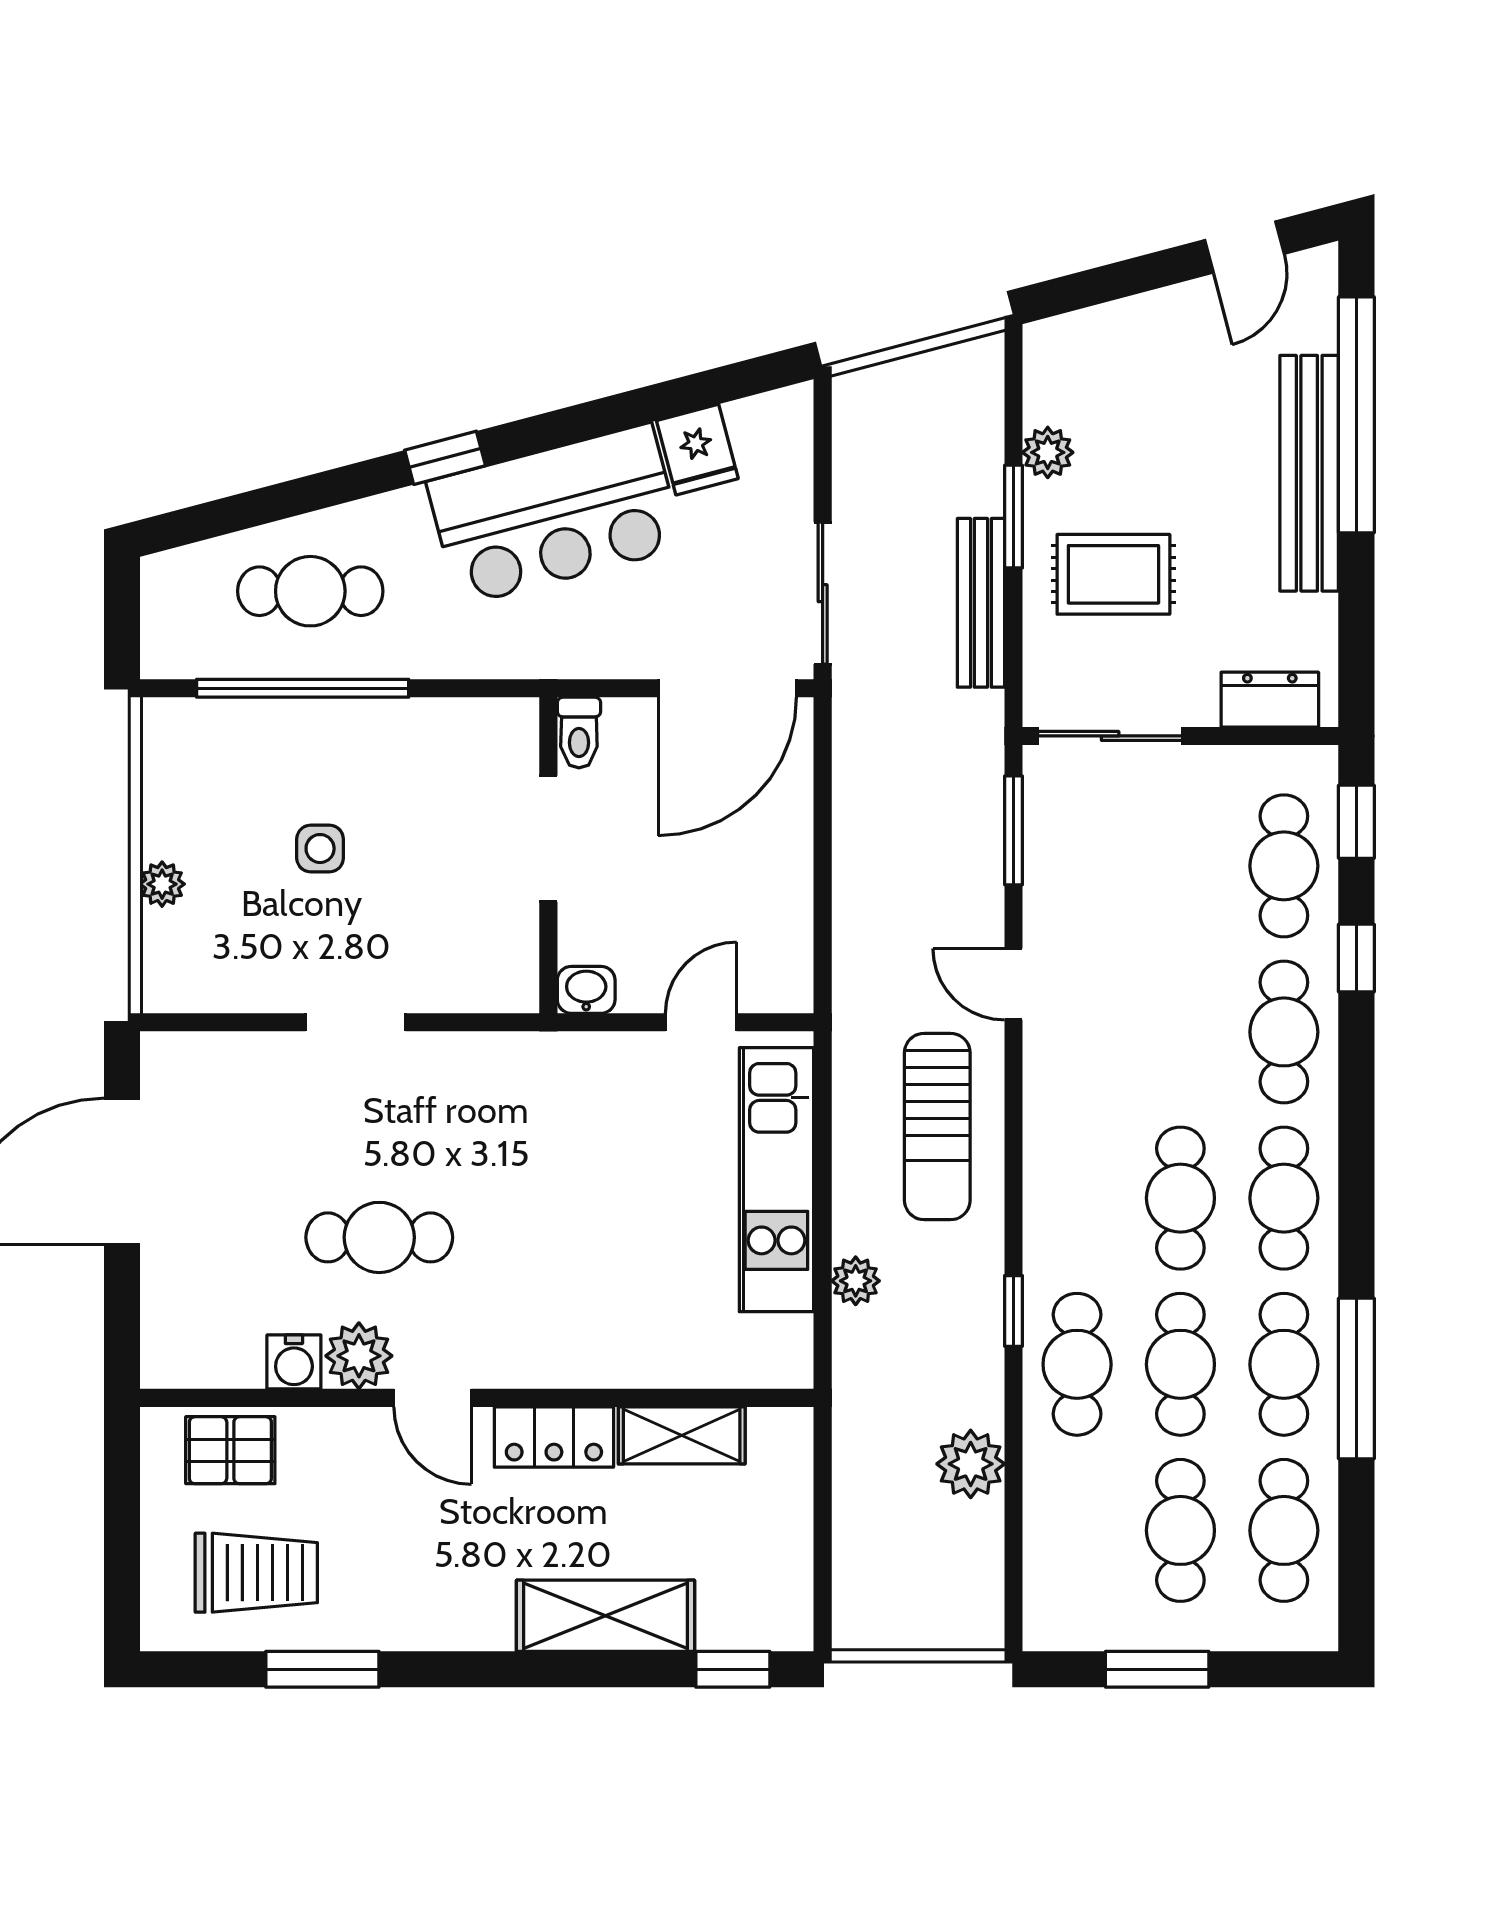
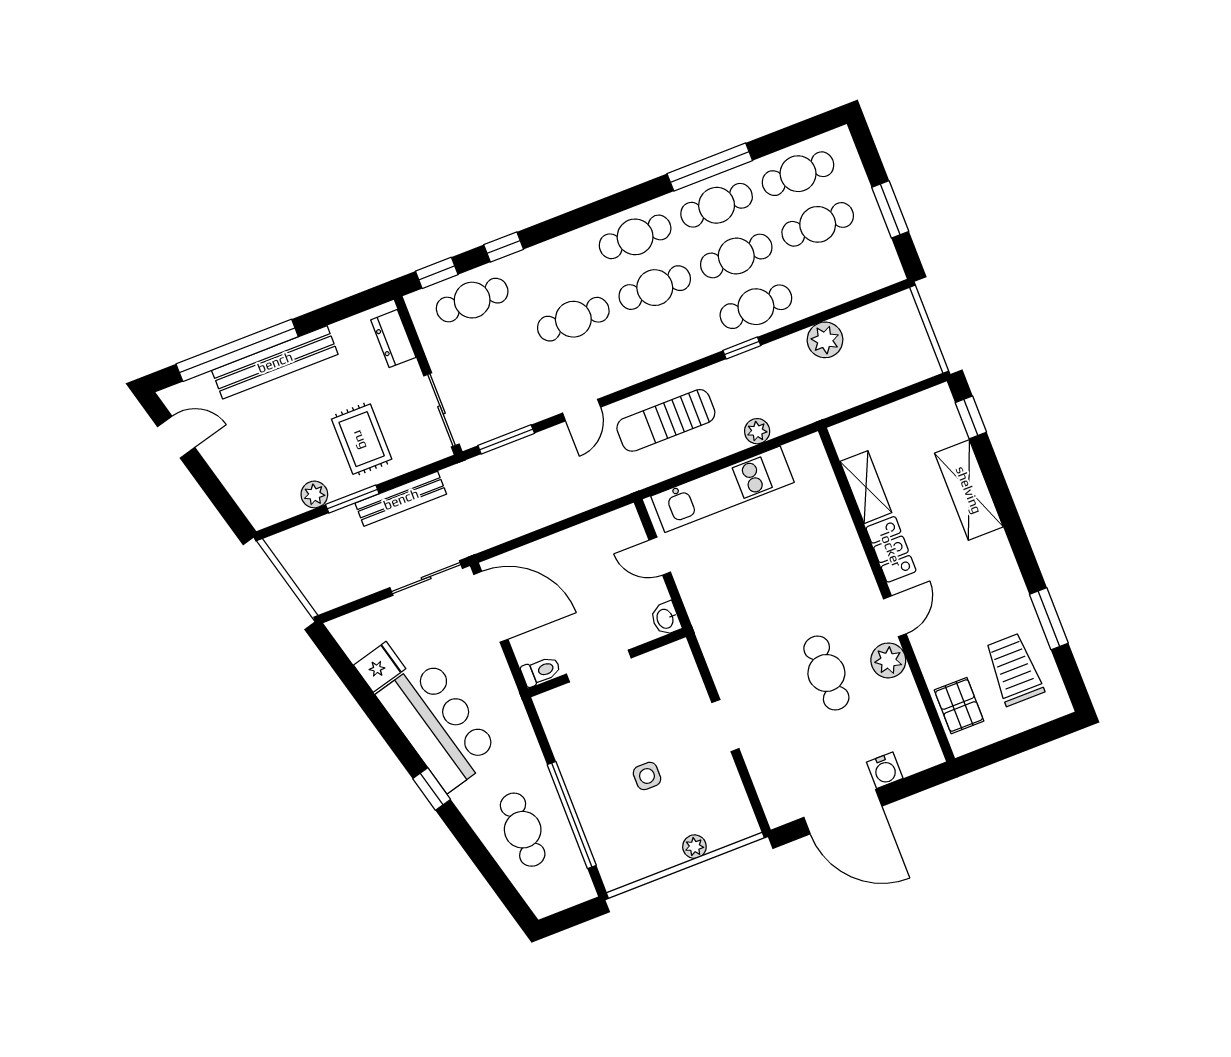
cafe table: (1284, 1032) -> (573, 319), moved
sun lounger: (937, 1127) -> (666, 420), turned 180
water cooler: (294, 1362) -> (885, 770), moved, turned 90

